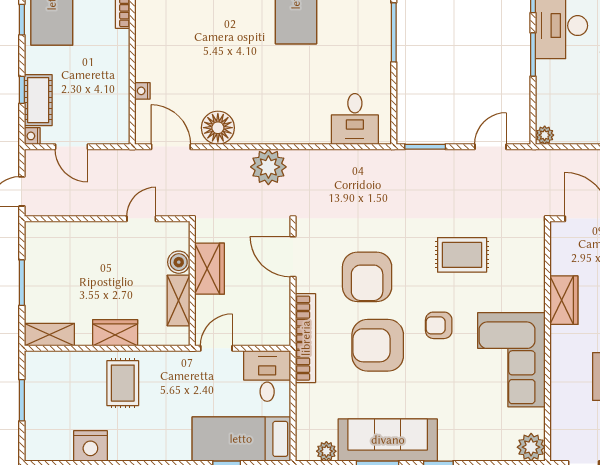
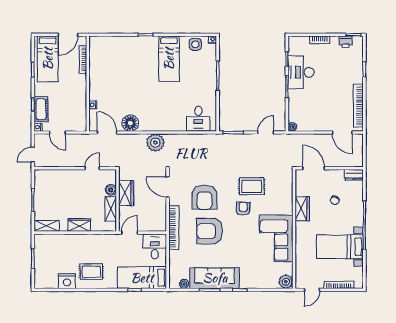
armchair: (439, 325) -> (243, 209), moved, turned 90
rug: (123, 383) -> (91, 272), moved, turned 90

